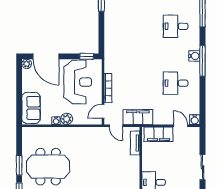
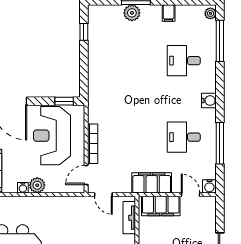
window: (202, 61) -> (220, 143), moved
reception desk: (78, 82) -> (52, 136), turned 180
filing cabinet: (138, 117) -> (152, 183), moved

